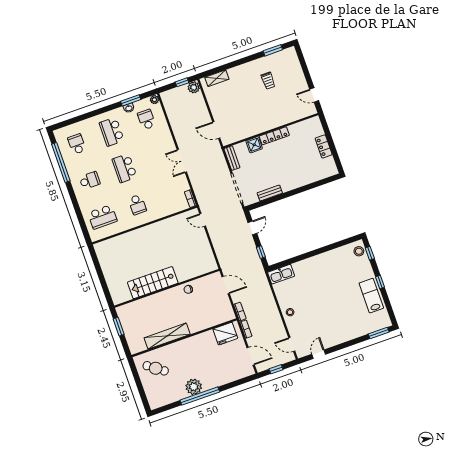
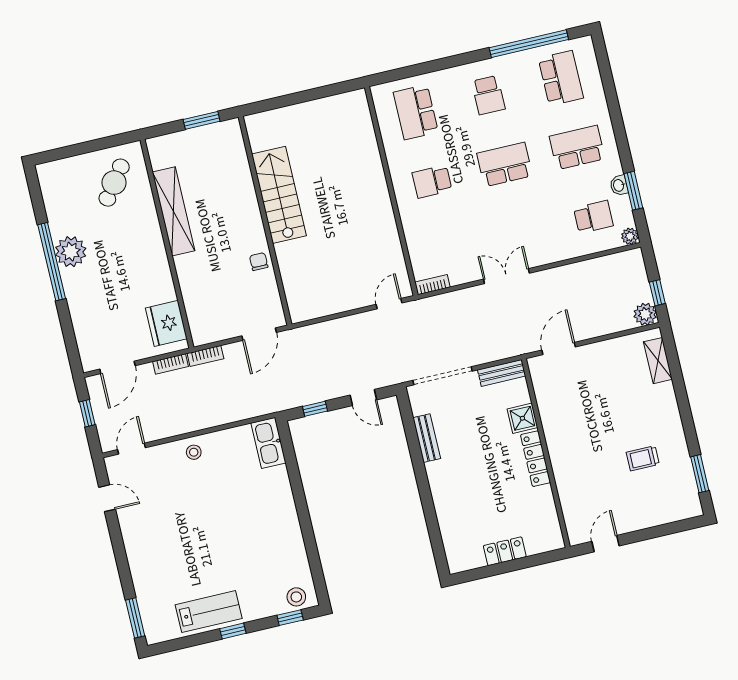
school desk: (77, 144) -> (561, 78), width x1.85

